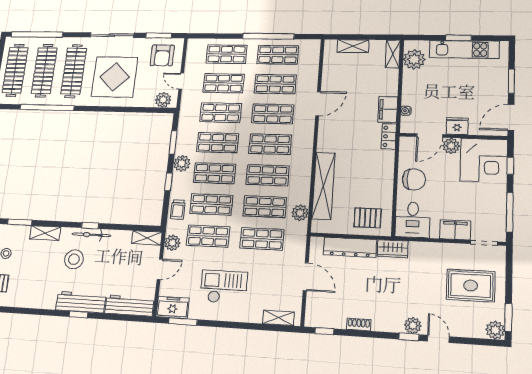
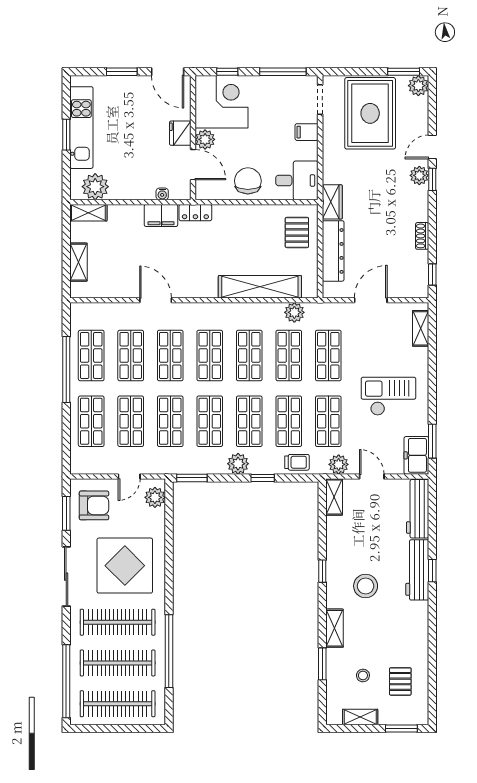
window: (173, 142) -> (192, 478), moved
filing cabinet: (455, 230) -> (307, 132), width x0.50
bicycle: (91, 235) -> (334, 568), removed
rug: (471, 285) -> (370, 113), width x1.37, depth x1.44
checkout: (224, 287) -> (388, 396), turned 90

